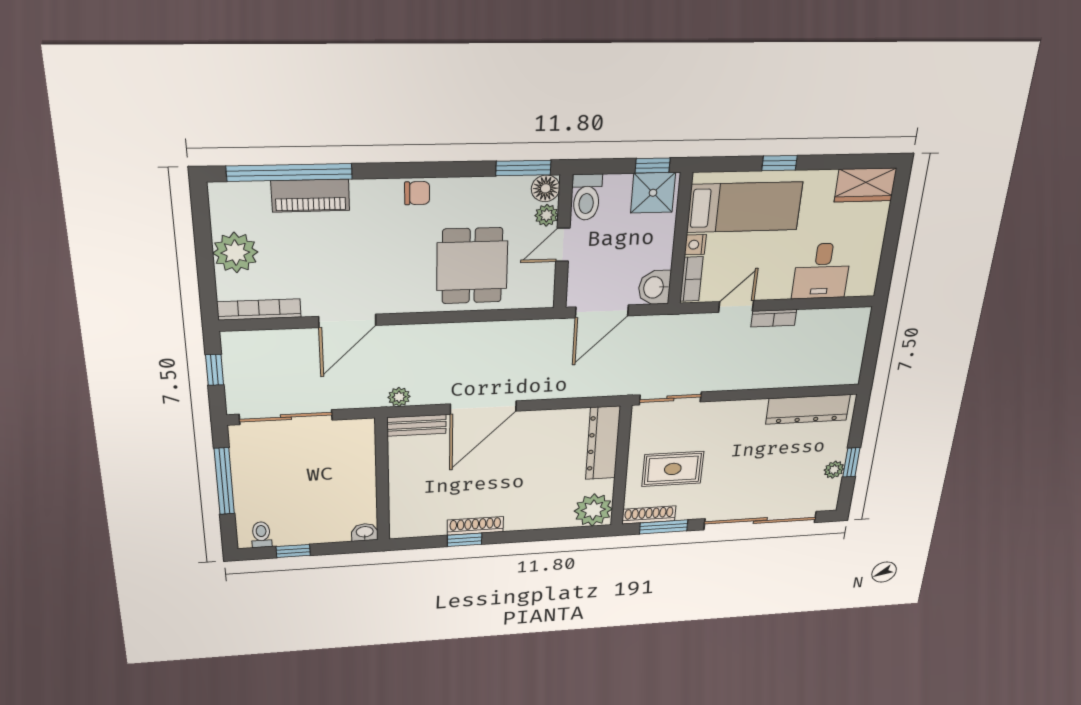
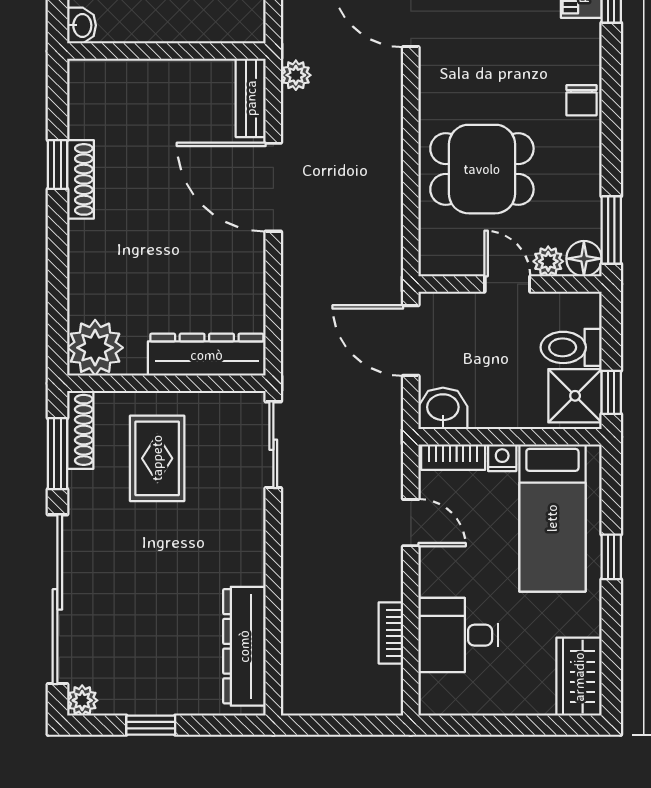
toilet: (587, 197) -> (571, 347), moved
bookcase: (774, 318) -> (391, 633), moved
plant: (834, 470) -> (82, 700), moved

